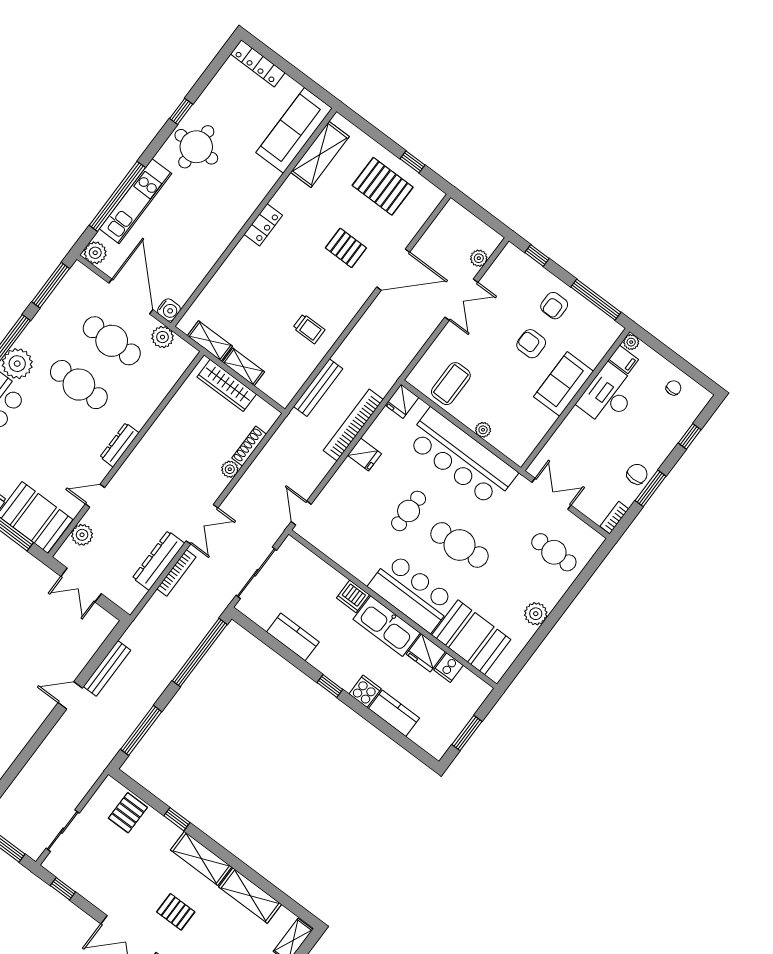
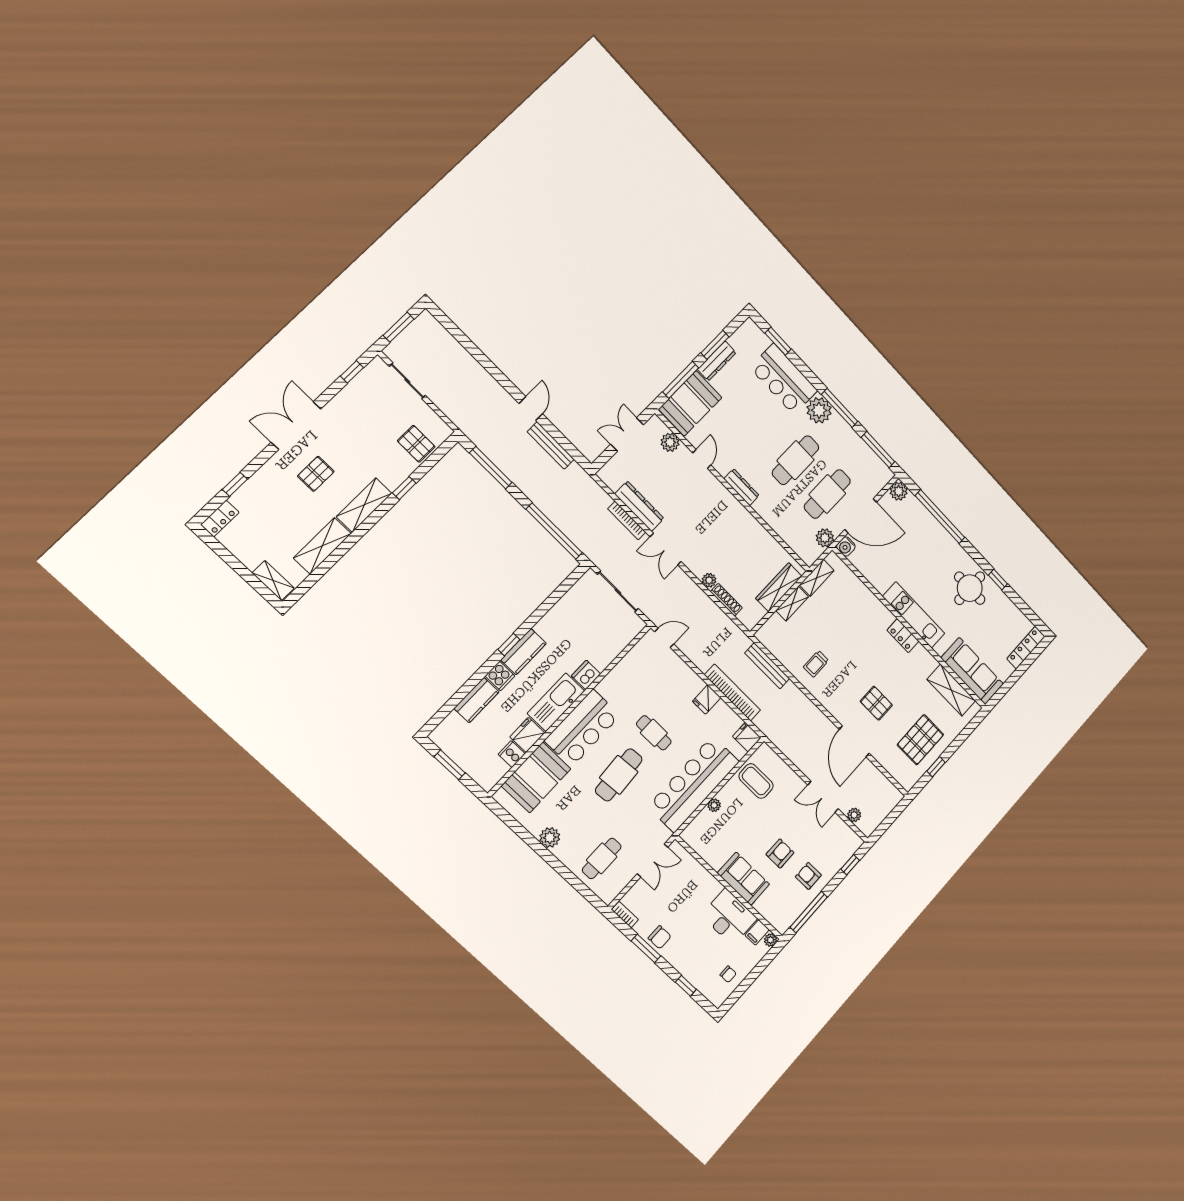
kitchen unit: (135, 201) -> (914, 615), moved, turned 180
pallet: (346, 248) -> (876, 703), turned 90
kitchen counter: (293, 637) -> (524, 652), moved

